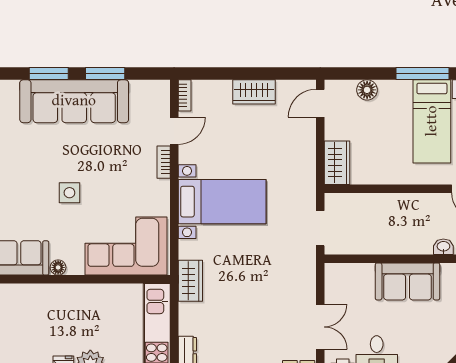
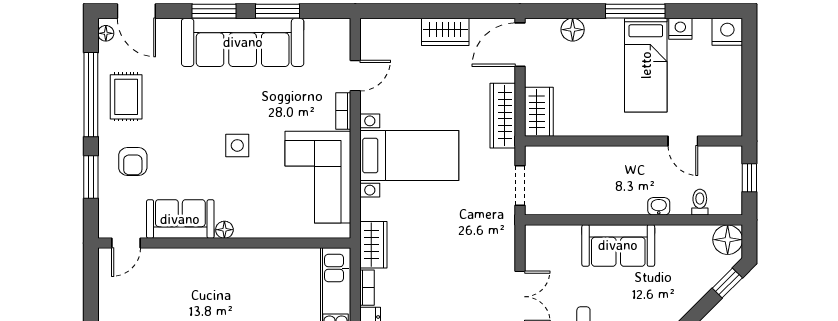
bookcase: (185, 95) -> (367, 288), moved
door: (320, 103) -> (520, 45), width x1.38
wardrobe: (305, 166) -> (503, 116), added
corner sofa: (126, 246) -> (318, 177), moved, turned -90

